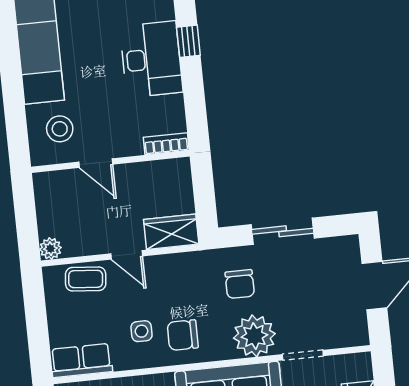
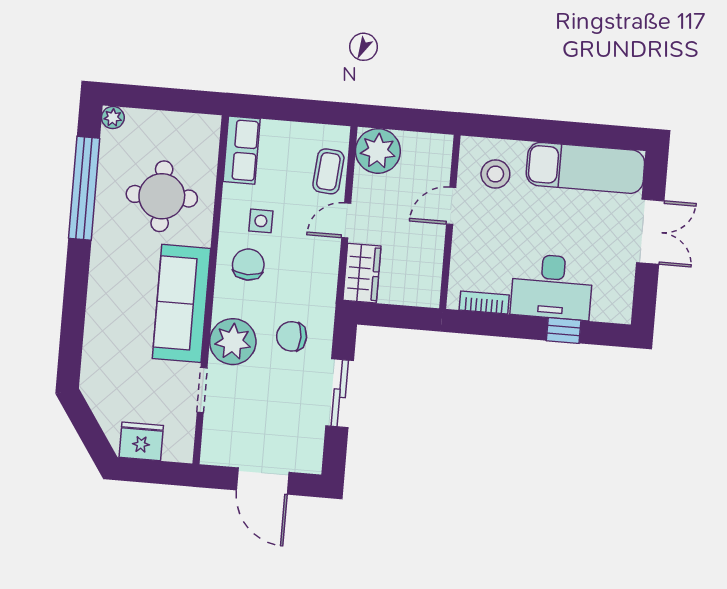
bookcase: (166, 144) -> (484, 302), moved, turned -90
plant: (50, 249) -> (378, 151), width x1.88, depth x1.88

